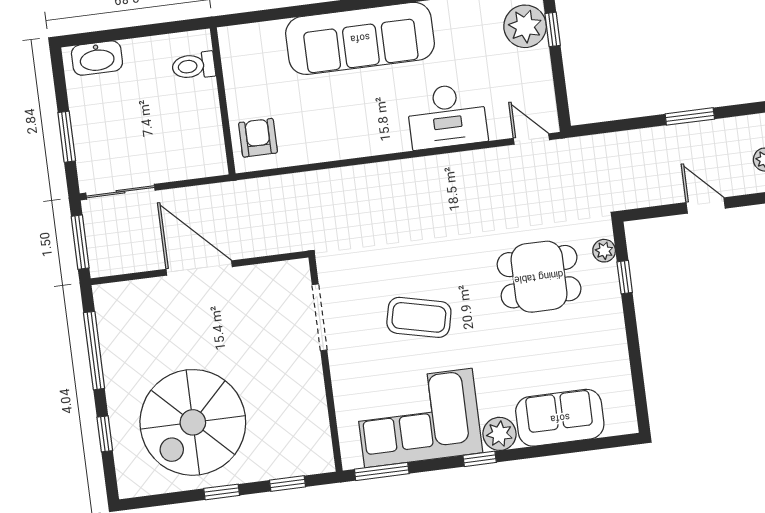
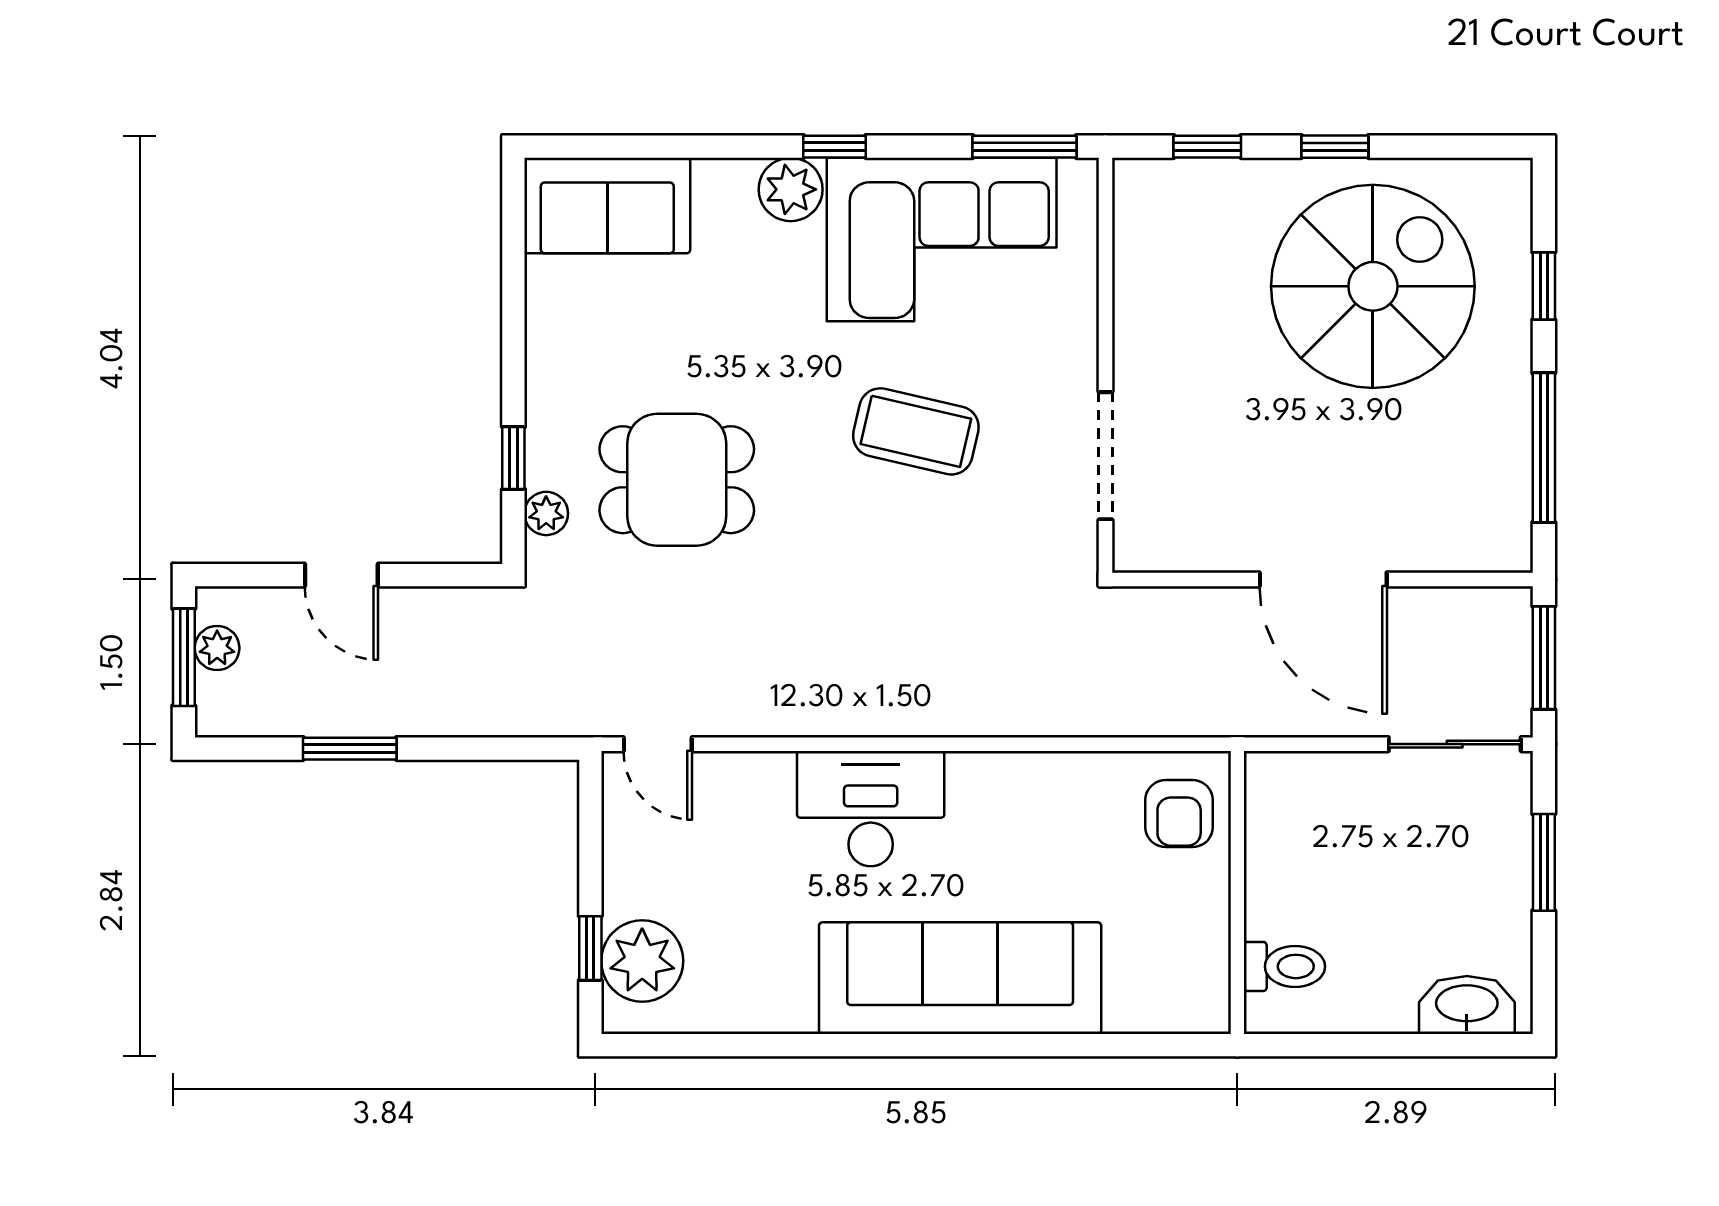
desk: (447, 116) -> (871, 809), moved
sofa: (560, 418) -> (607, 205), moved

